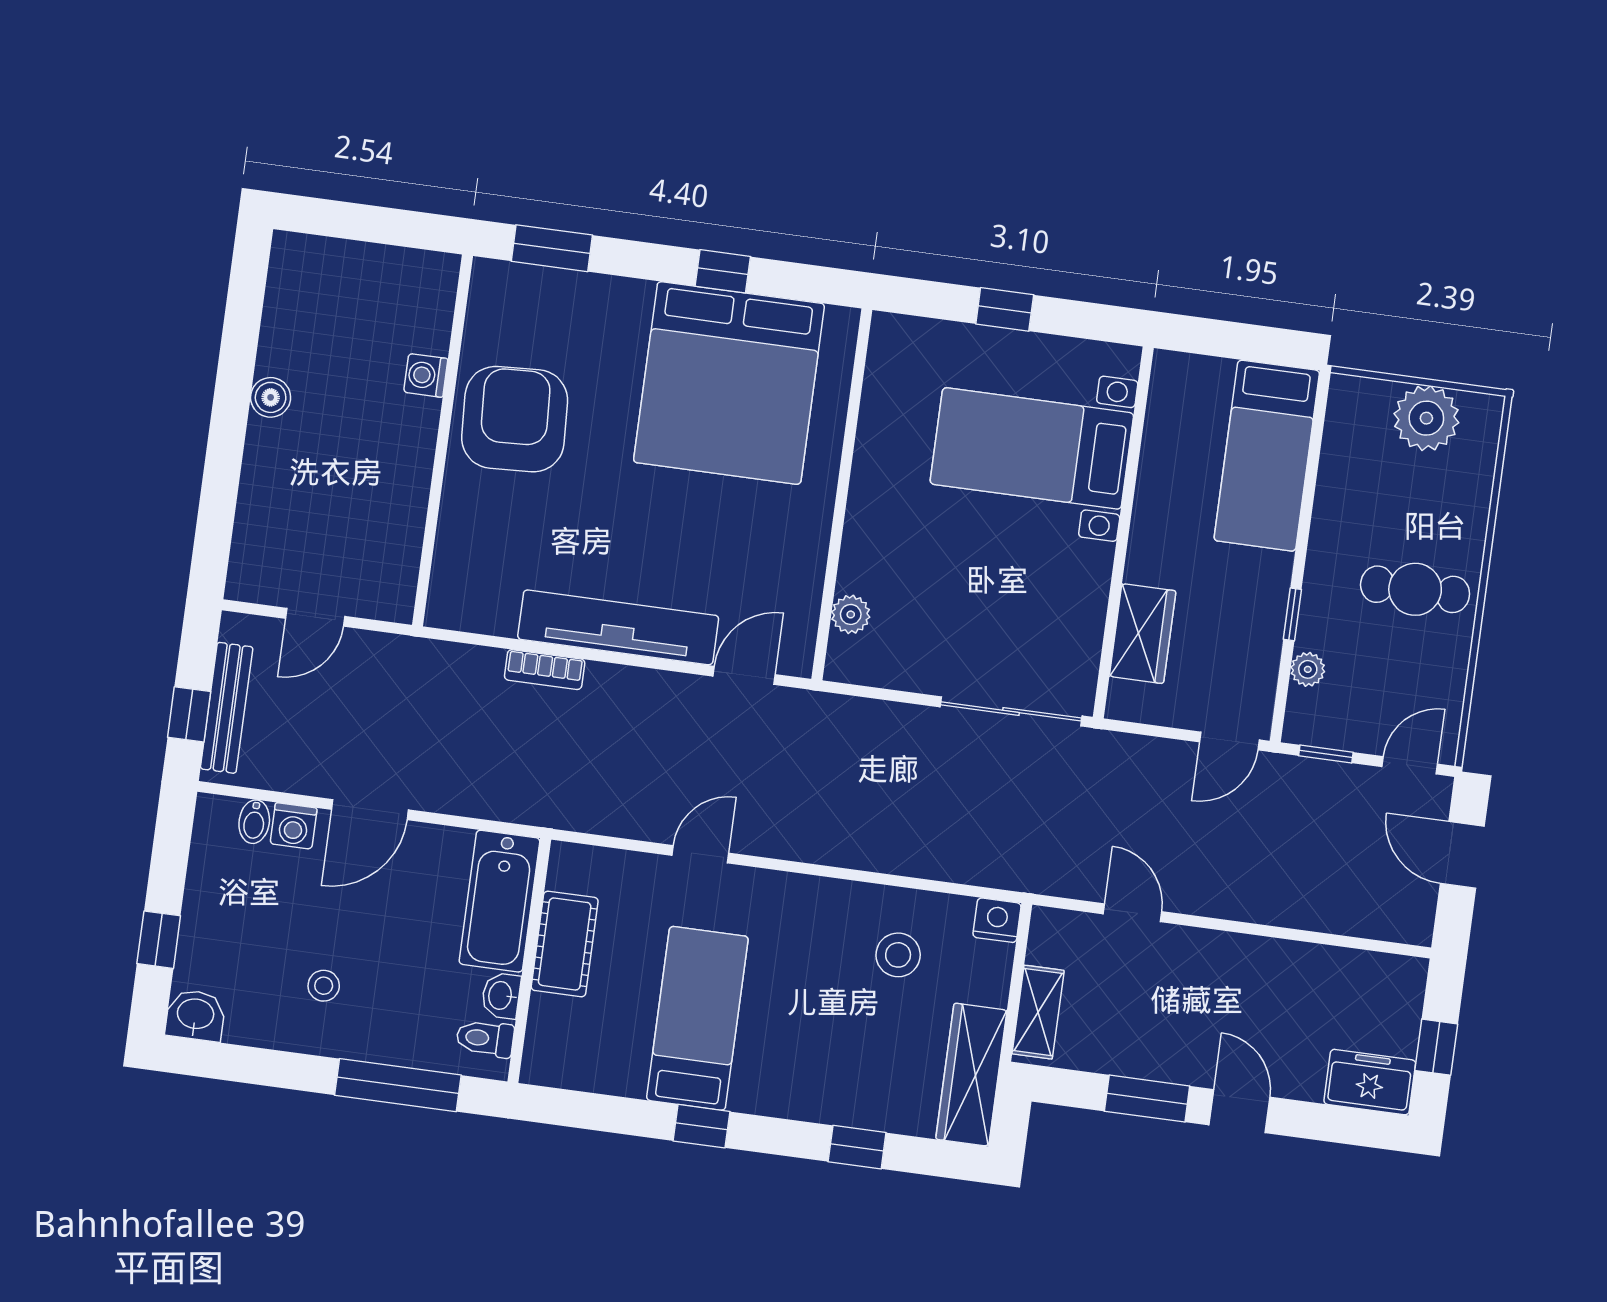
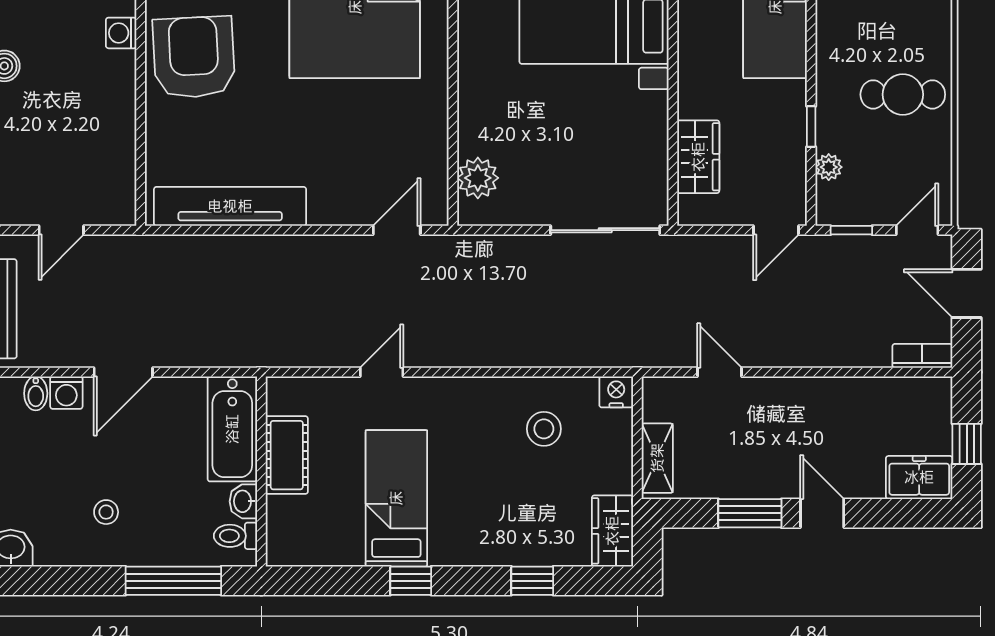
plant: (851, 614) -> (478, 178), width x1.38, depth x1.38
tv unit: (618, 627) -> (230, 206), moved
bookcase: (545, 670) -> (922, 356), moved, turned 180
wardrobe: (971, 1075) -> (612, 531), width x0.67

